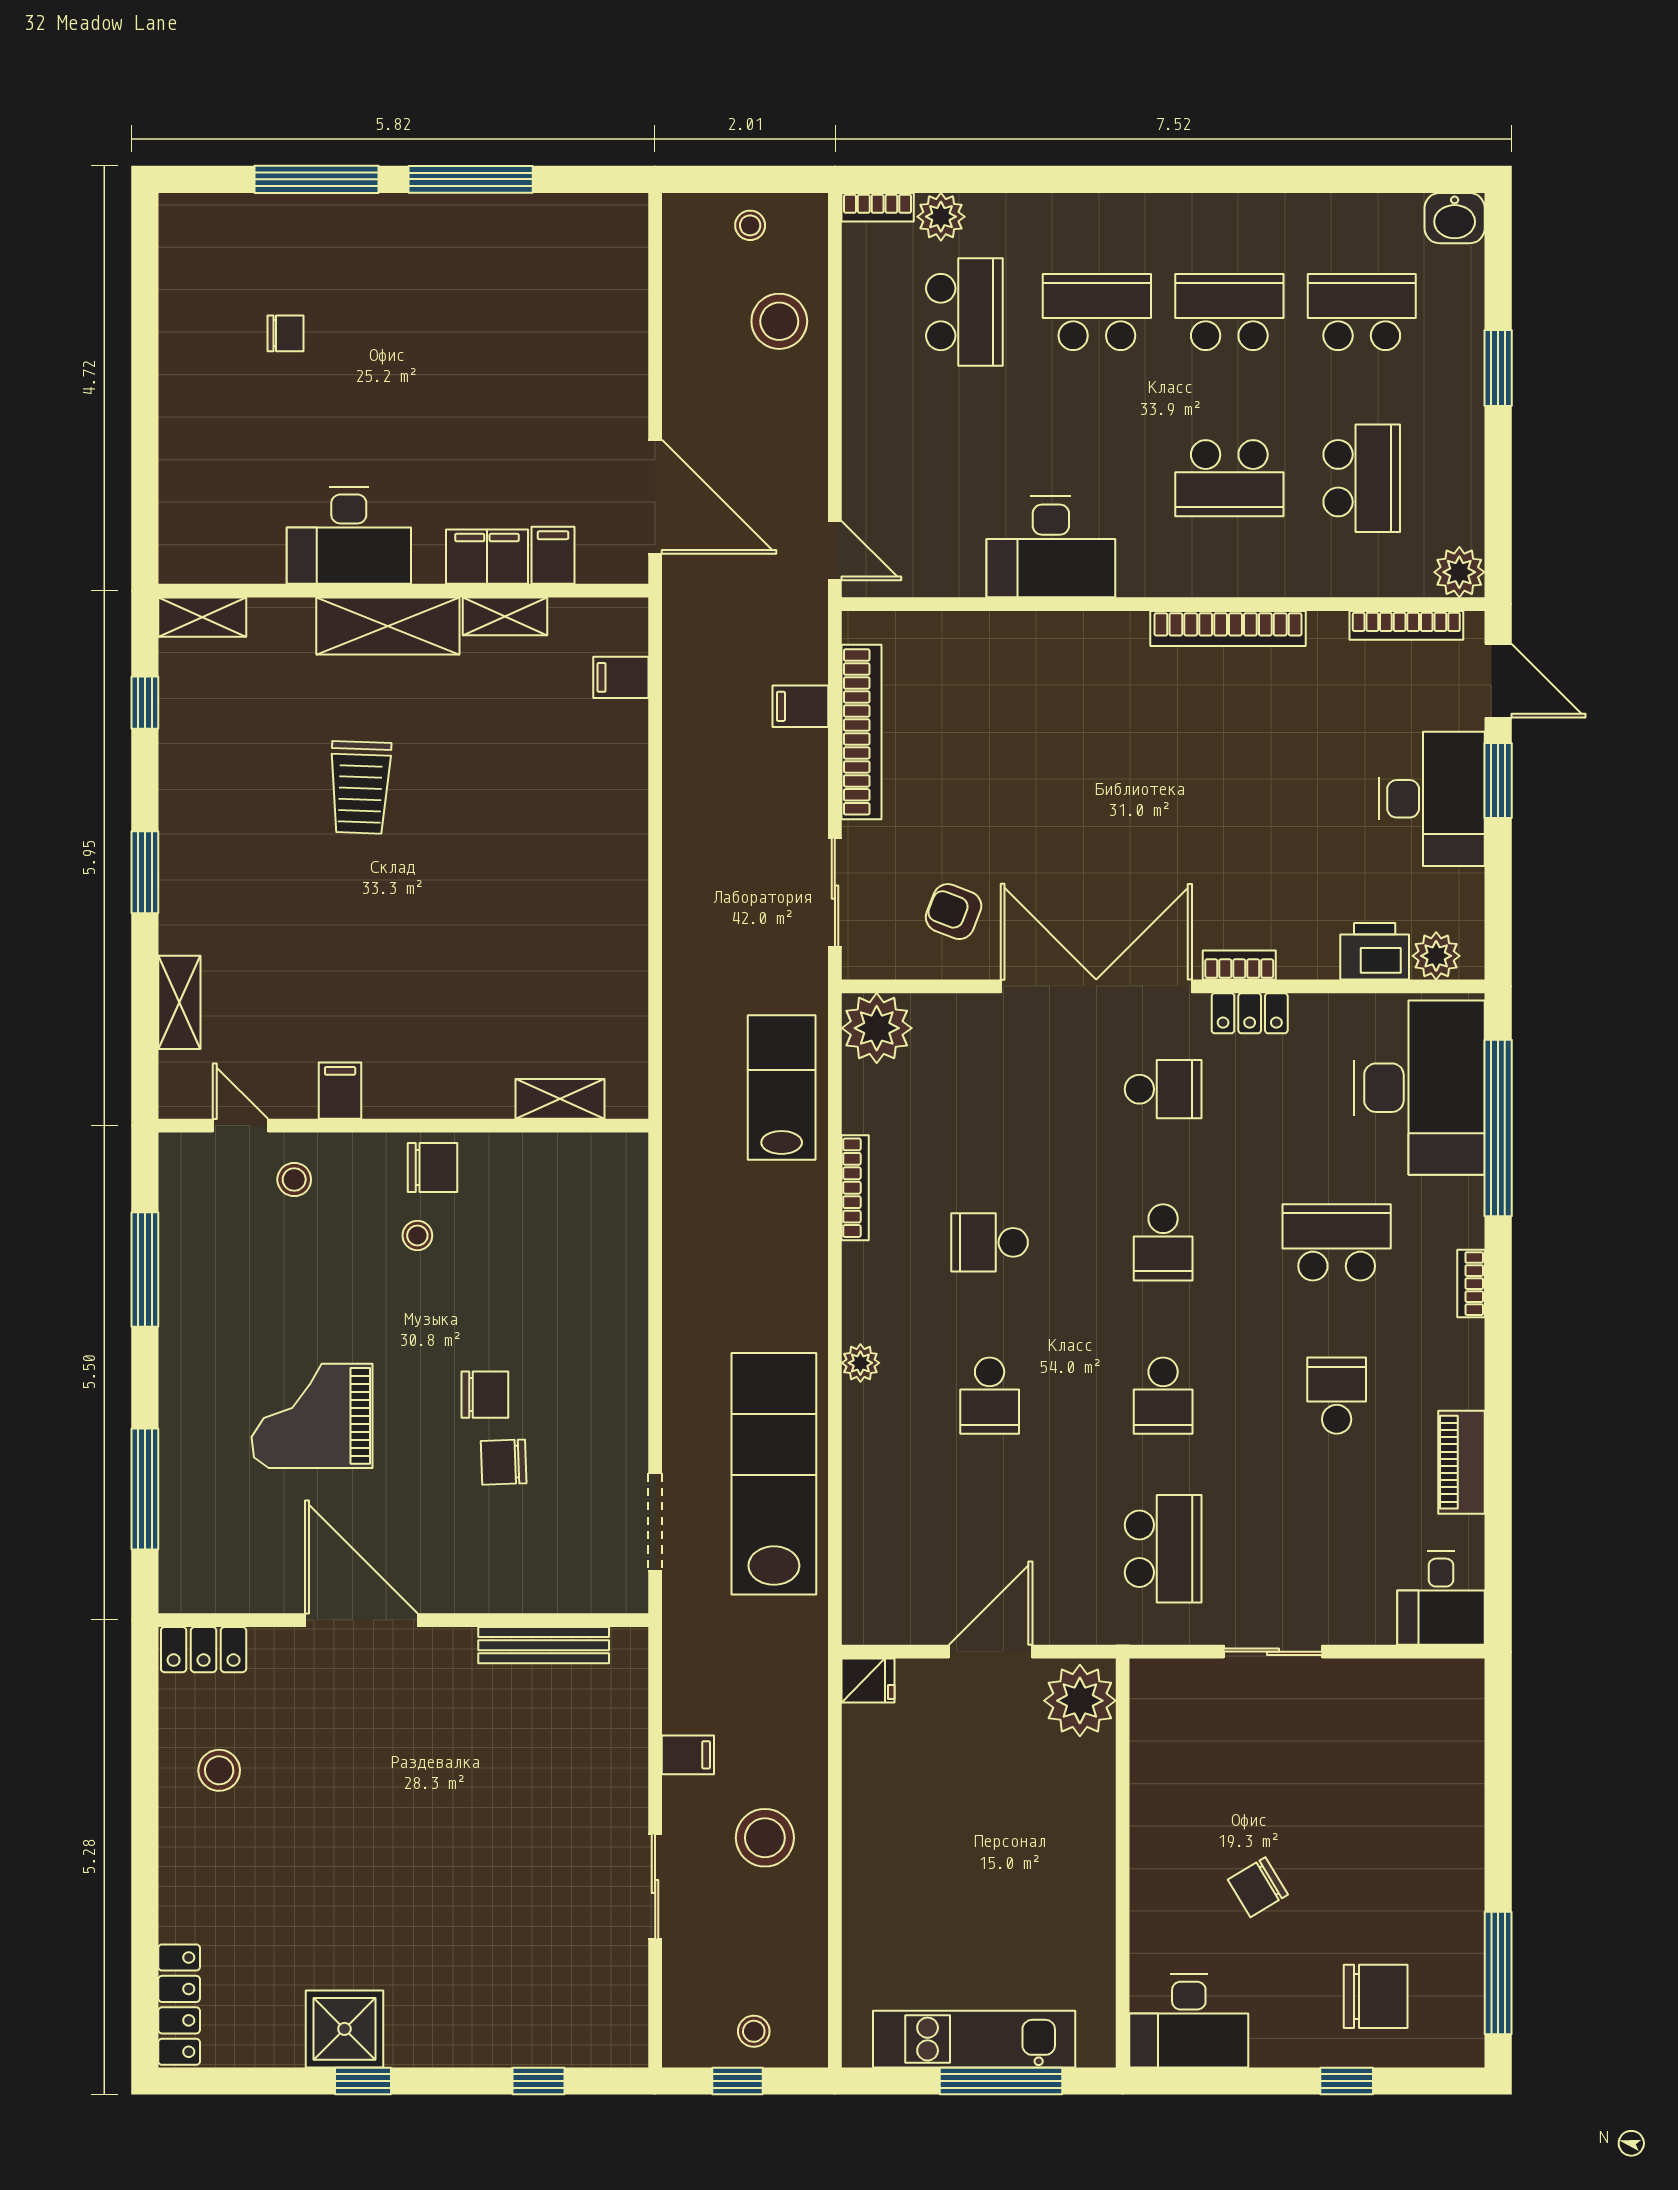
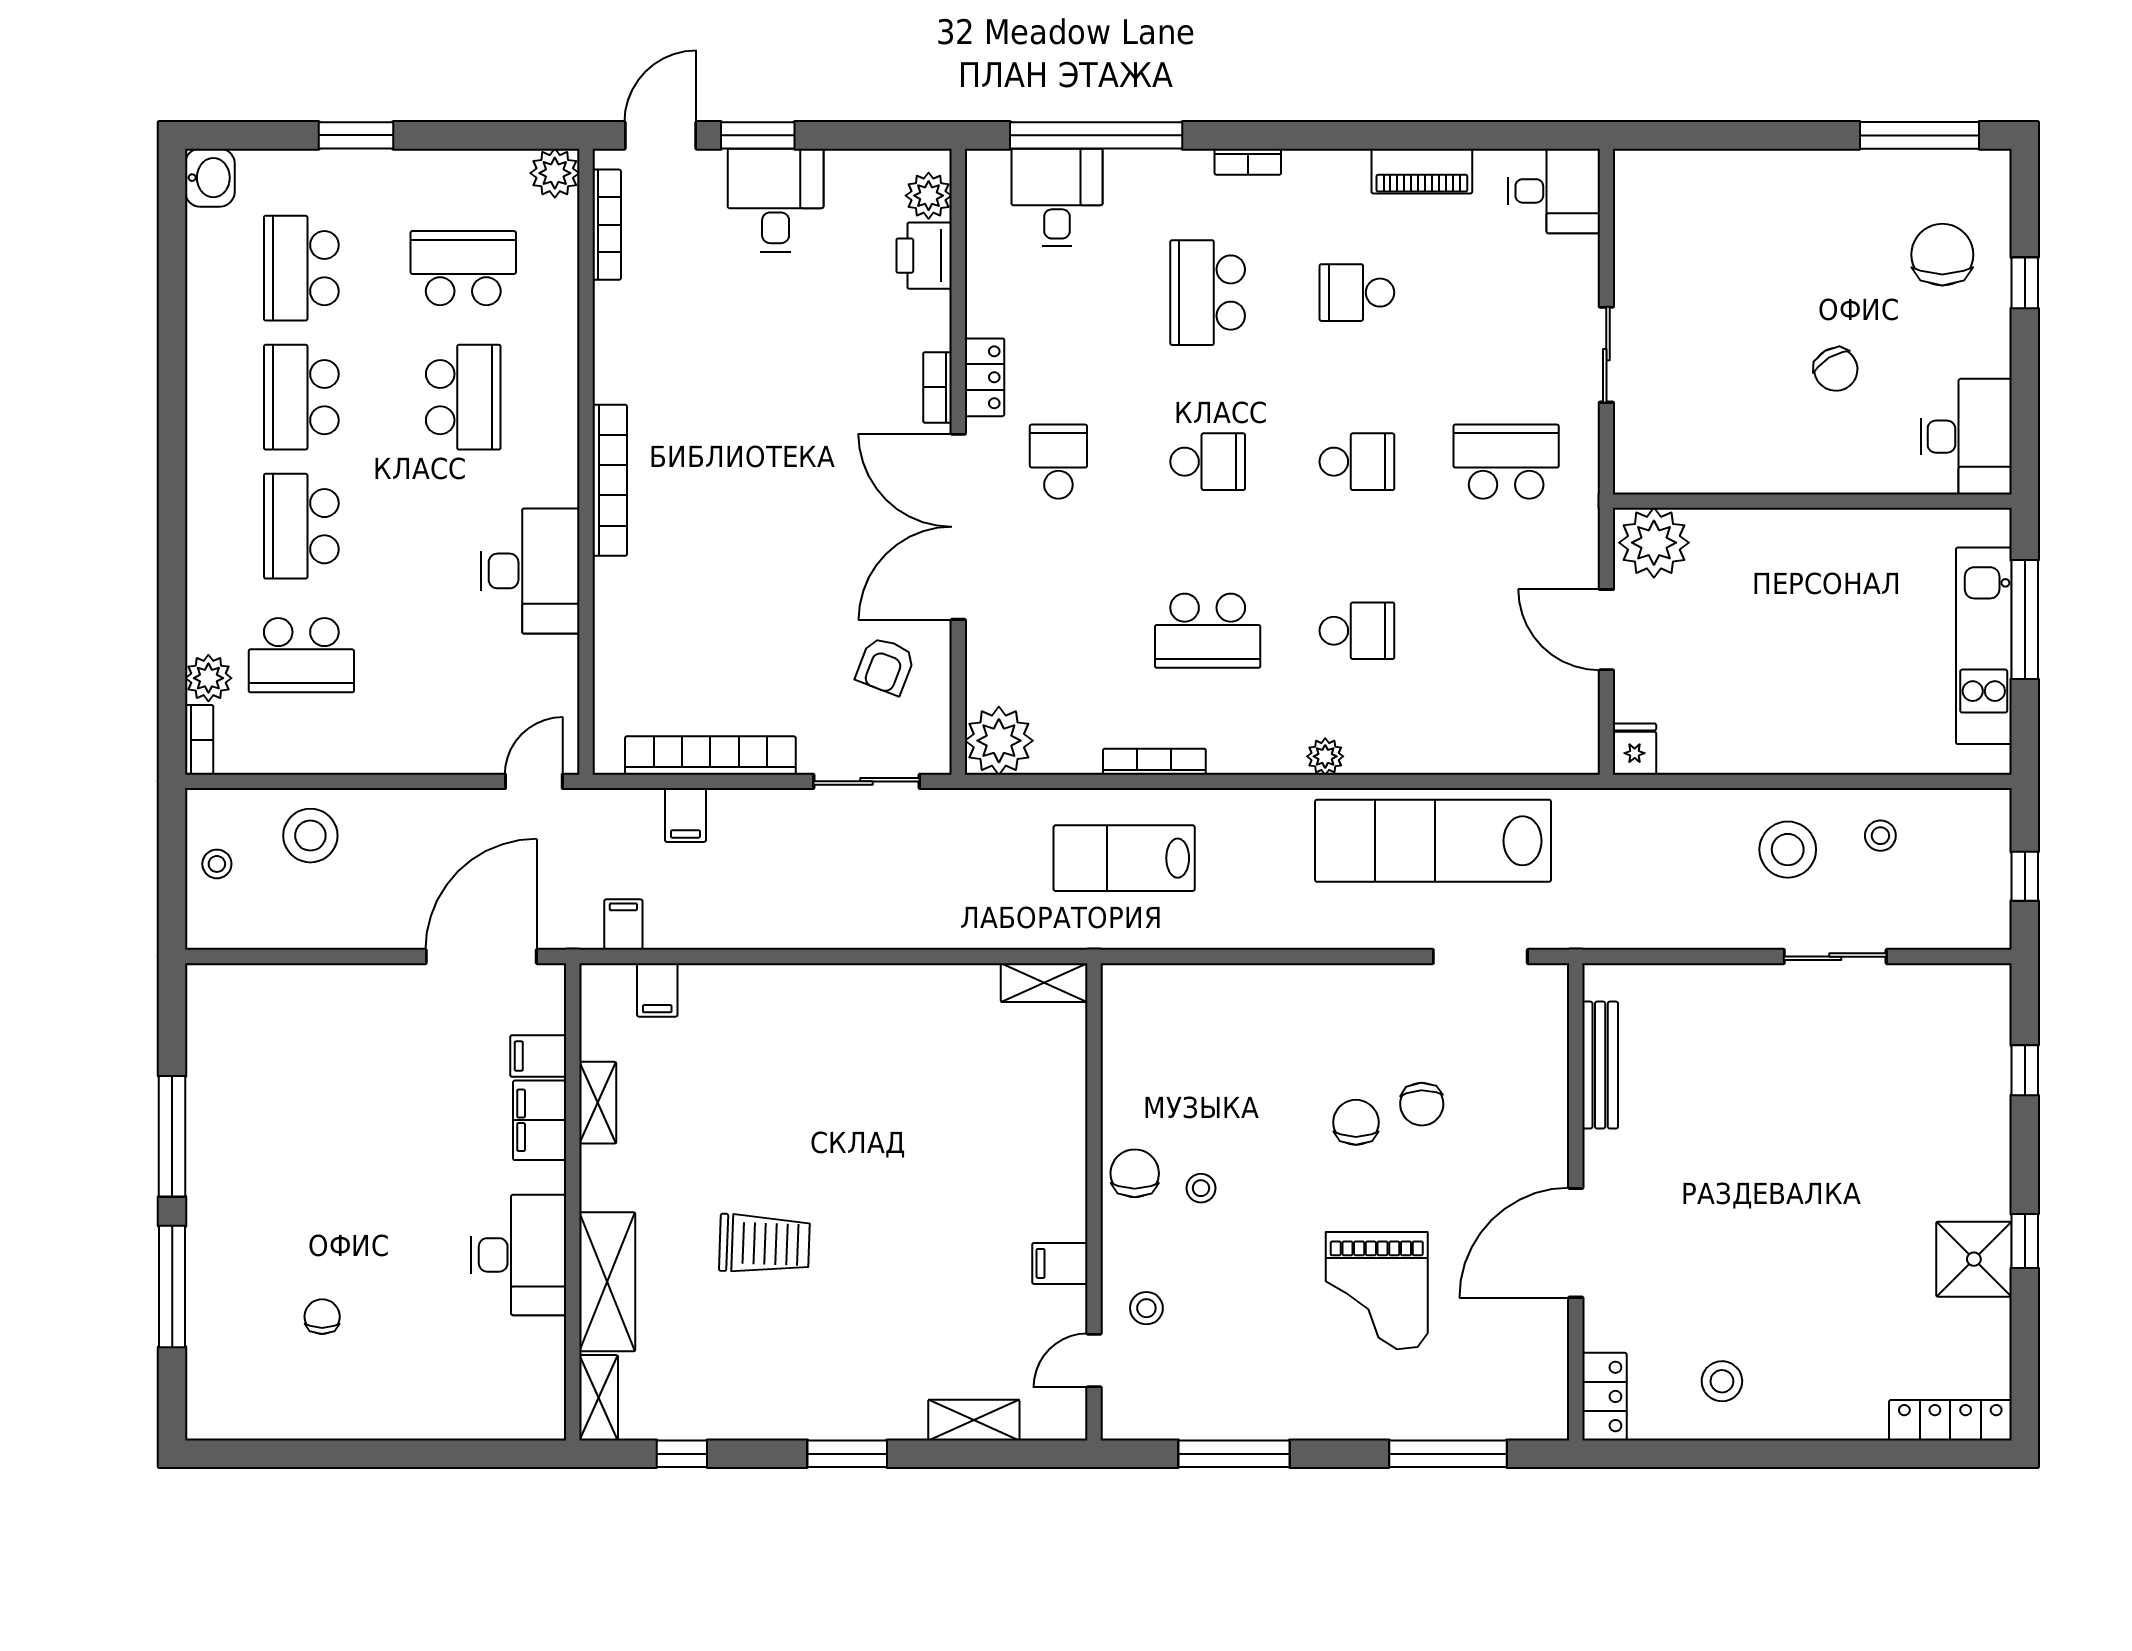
school desk: (964, 312) -> (301, 655), turned 180
shelving: (388, 626) -> (607, 1282), moved
bookcase: (1228, 629) -> (610, 480), moved
desk: (1432, 799) -> (776, 200), width x0.73
lab bench: (782, 1088) -> (1124, 858), moved
desk: (1419, 1088) -> (1057, 197), width x0.53, depth x0.77
shelving: (560, 1099) -> (1044, 983), moved, turned 90
school desk: (990, 1242) -> (1208, 631), width x1.85
filing cabinet: (688, 1755) -> (623, 925), moved
stool: (754, 2031) -> (1880, 836), moved

